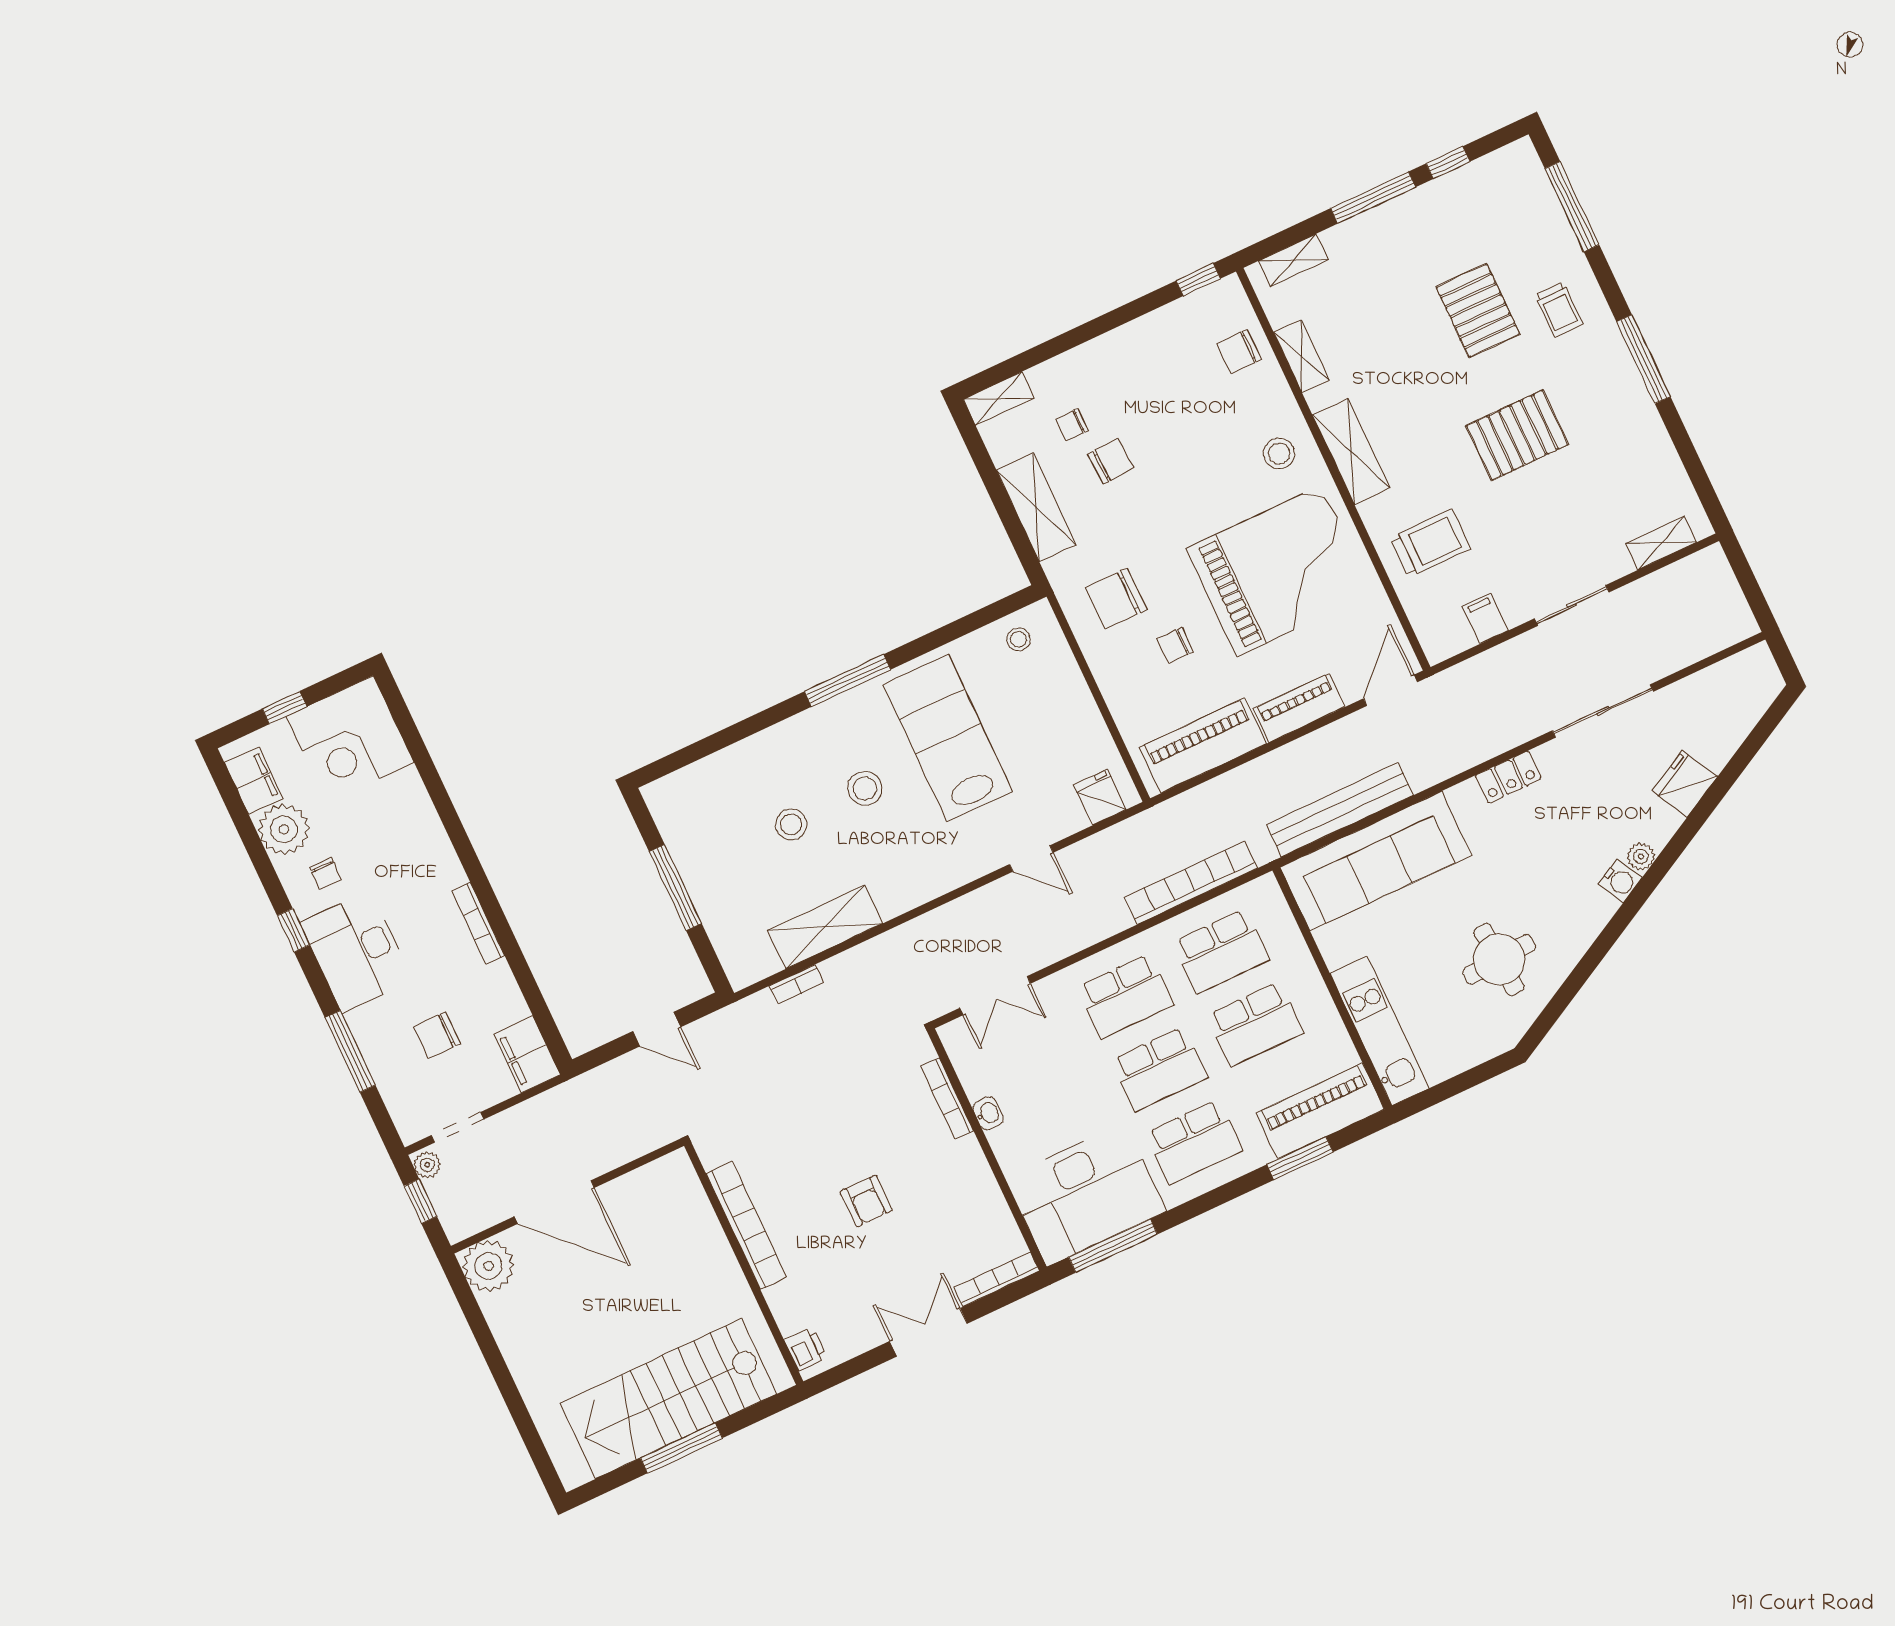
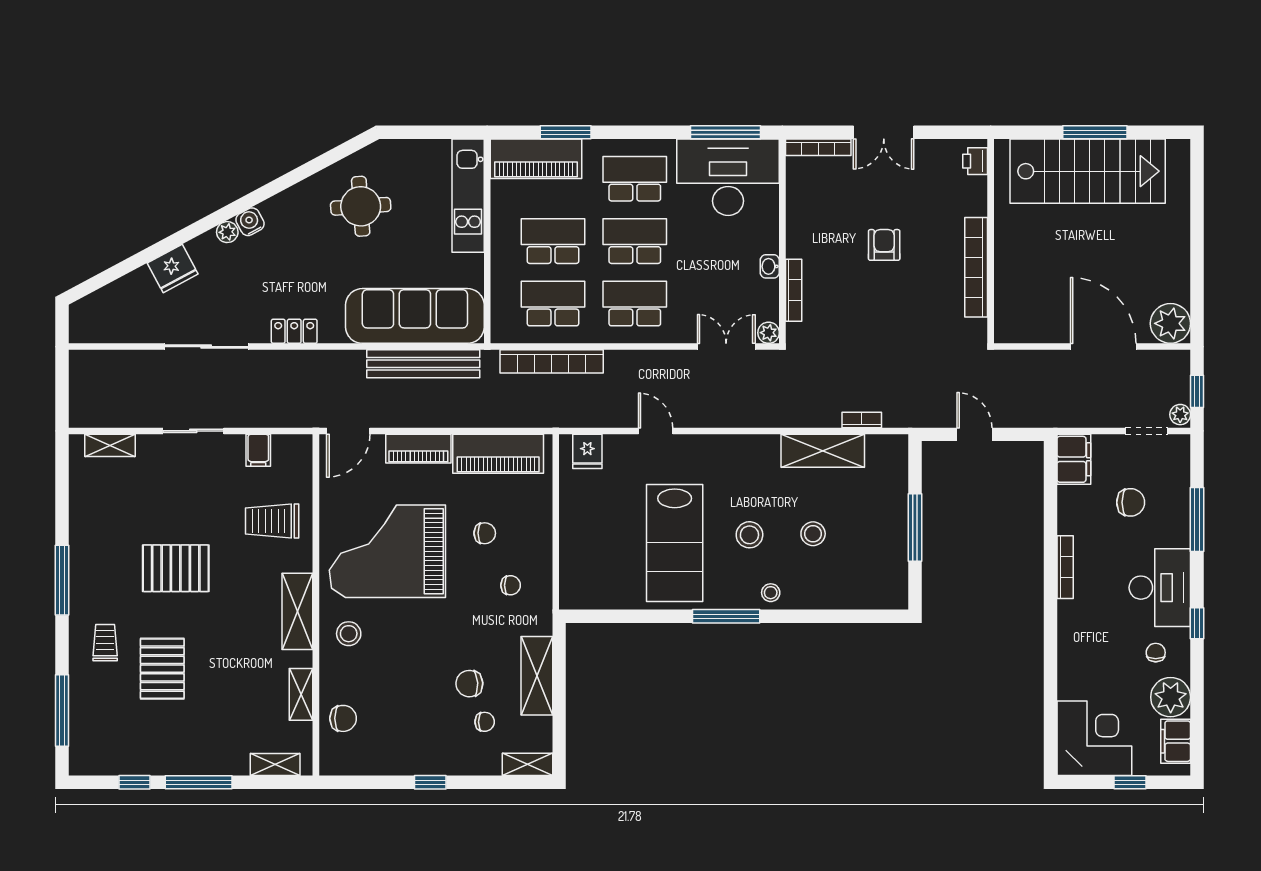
window: (1198, 280) -> (430, 782), moved
chair: (1116, 599) -> (511, 585), width x0.54, depth x0.54
stool: (1018, 639) -> (771, 593), moved
plant: (953, 1035) -> (769, 333), added

